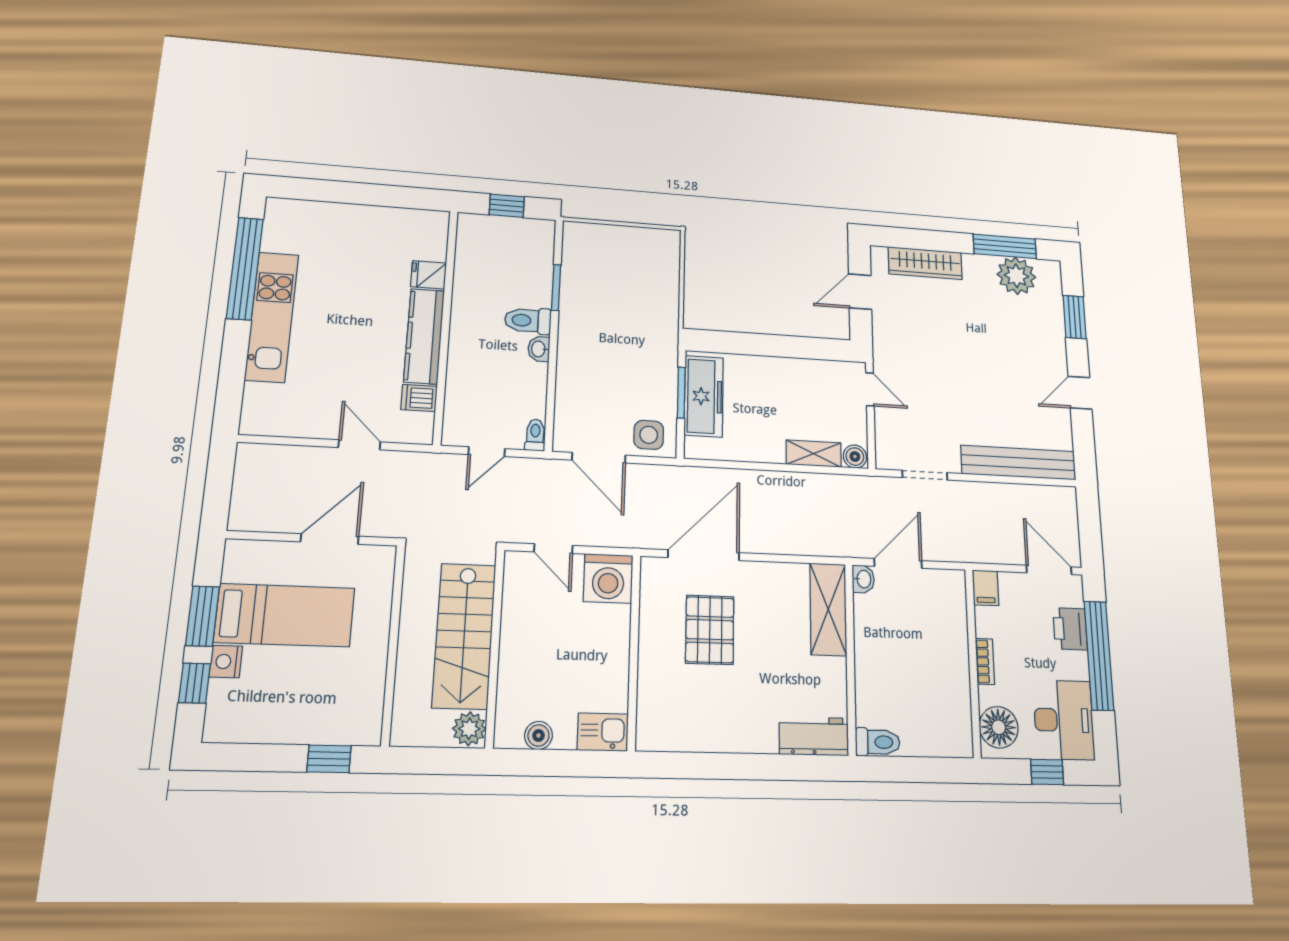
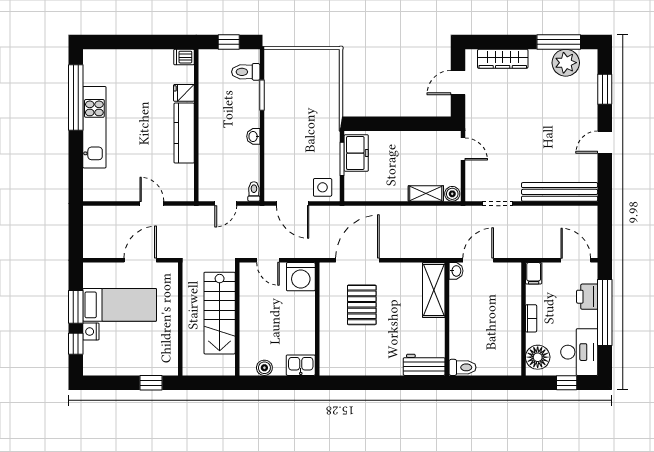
toilet: (528, 321) -> (246, 72), moved
freezer: (704, 396) -> (356, 153), width x0.71
dishwasher: (419, 398) -> (184, 57), moved
plant: (469, 729) -> (226, 365), removed

